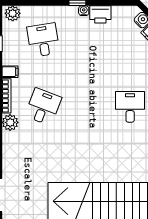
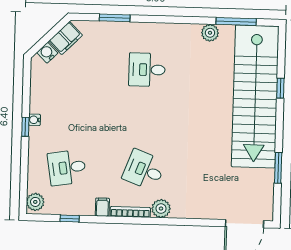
printer: (100, 14) -> (39, 101), removed

